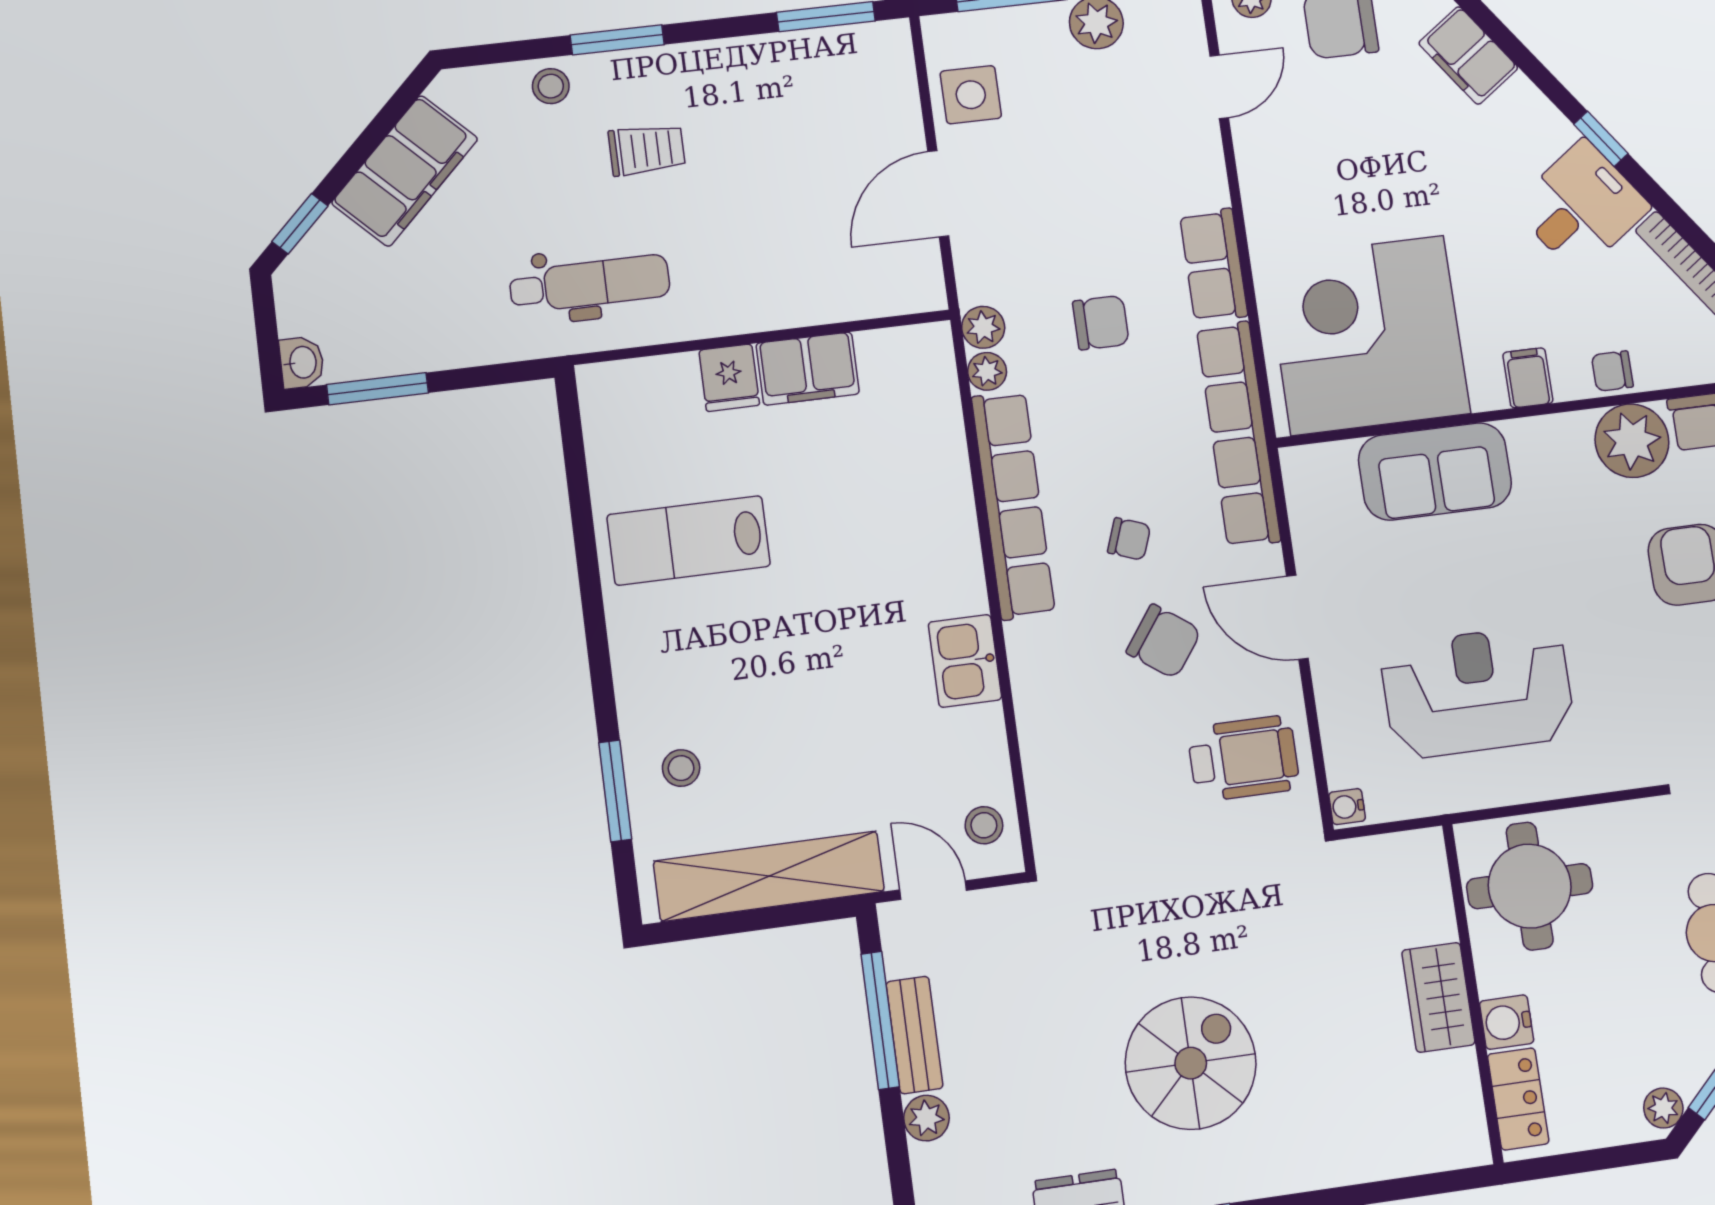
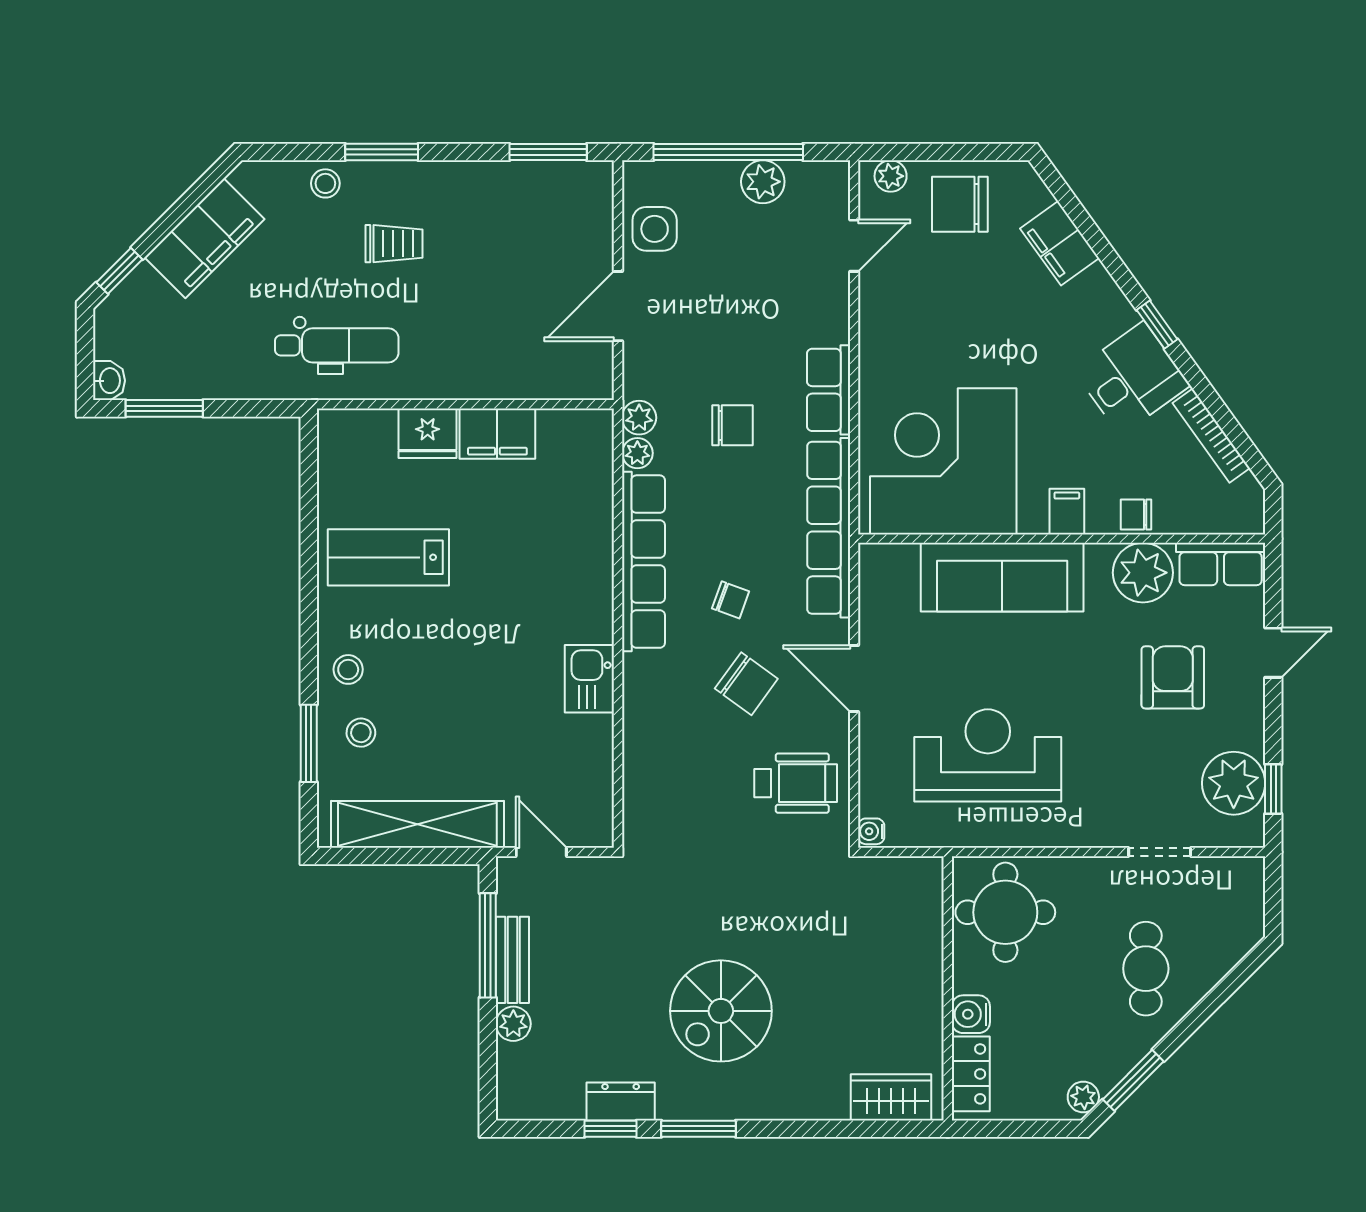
fridge: (729, 378) -> (428, 433), width x1.38
sofa: (1435, 471) -> (1002, 577), width x1.36
stool: (984, 825) -> (348, 669), moved
wardrobe: (1438, 997) -> (891, 1097), moved, turned 90
spiral stairs: (1191, 1063) -> (721, 1011), turned 180

